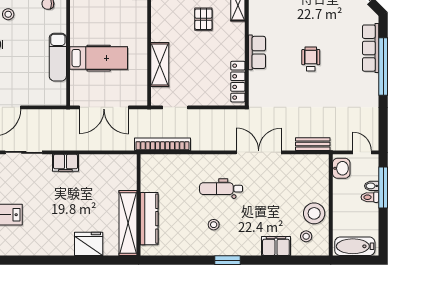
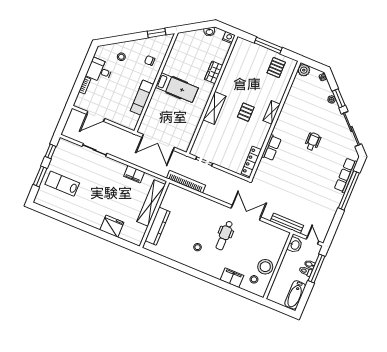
hospital bed: (99, 58) -> (177, 88), moved
wheelchair: (311, 59) -> (313, 142), moved
shelving: (160, 65) -> (215, 108), moved
bench: (313, 144) -> (287, 223), width x1.36
filing cabinet: (65, 163) -> (134, 174), moved
dental chair: (221, 189) -> (224, 235), moved, turned -90
shelving: (128, 223) -> (151, 203), moved
bathtub: (355, 246) -> (295, 295), moved, turned -90
window: (227, 260) -> (197, 274), removed

